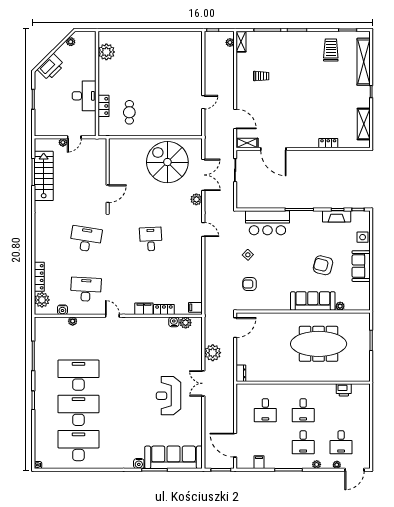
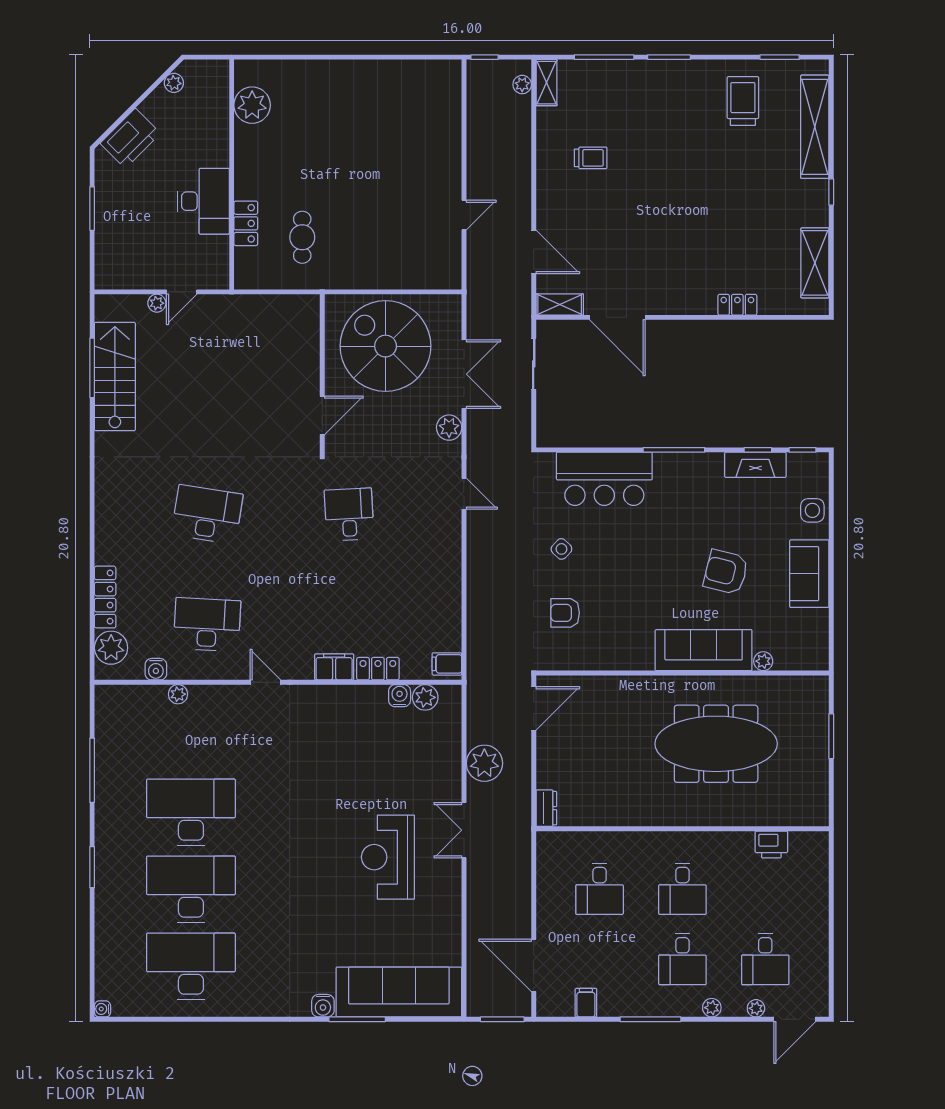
wall: (108, 175) -> (322, 374), moved
door: (108, 194) -> (322, 415), moved

